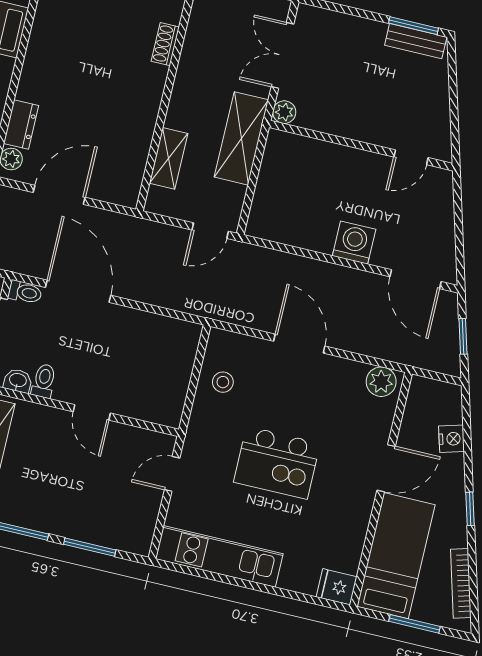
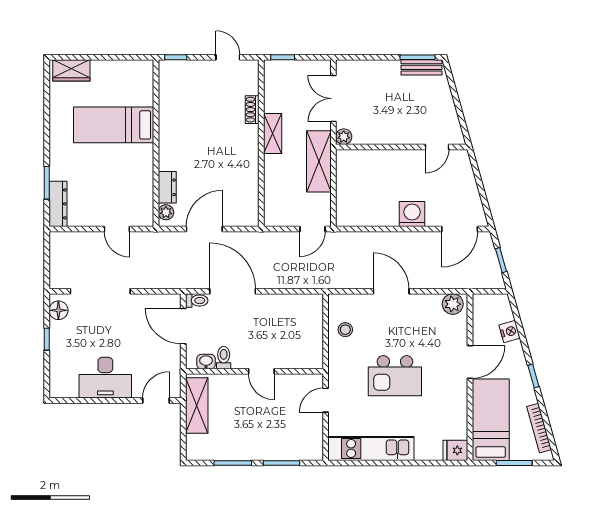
shelving: (169, 158) -> (273, 134), moved
door: (416, 279) -> (460, 229), hinge flipped

